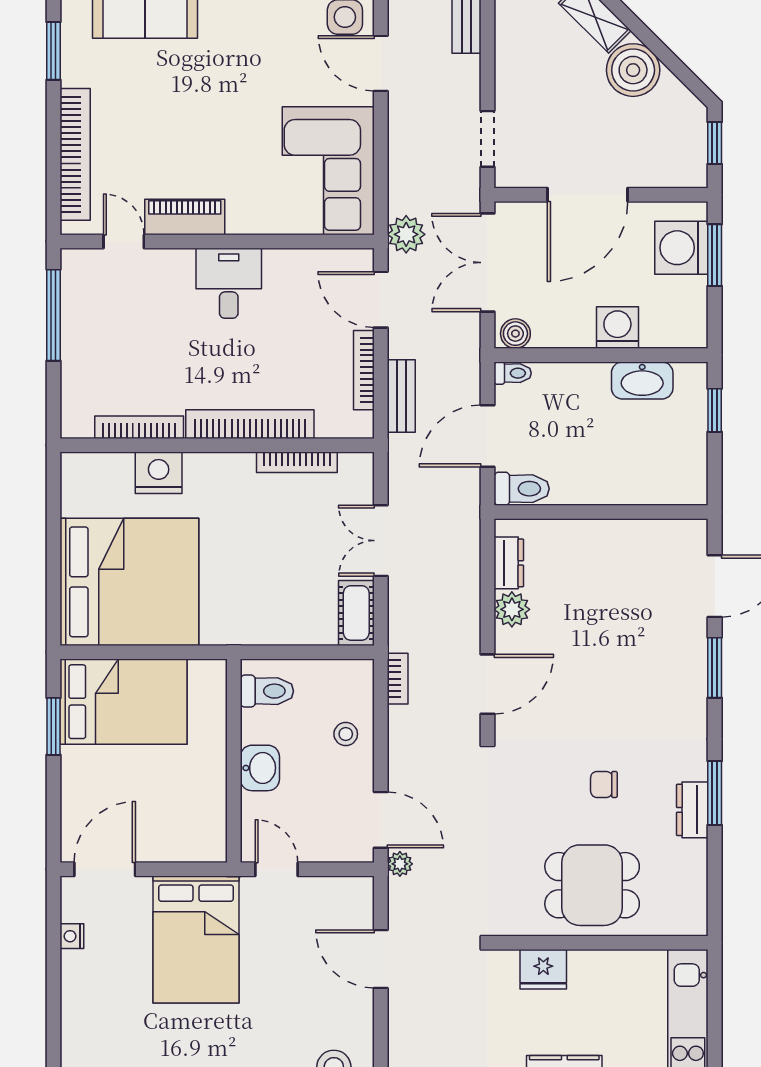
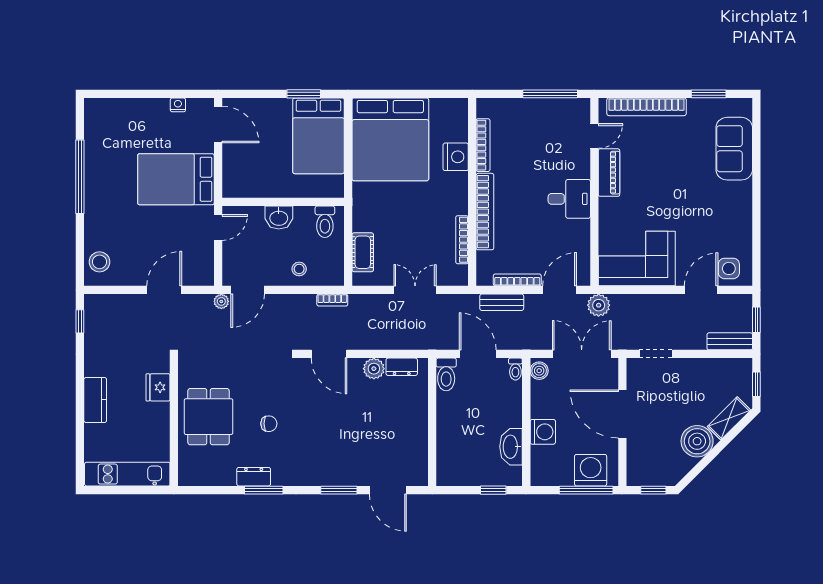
window: (715, 255) -> (586, 490), width x1.44
cot: (356, 613) -> (363, 252), moved, turned 90
chair: (604, 784) -> (269, 424), turned 90

